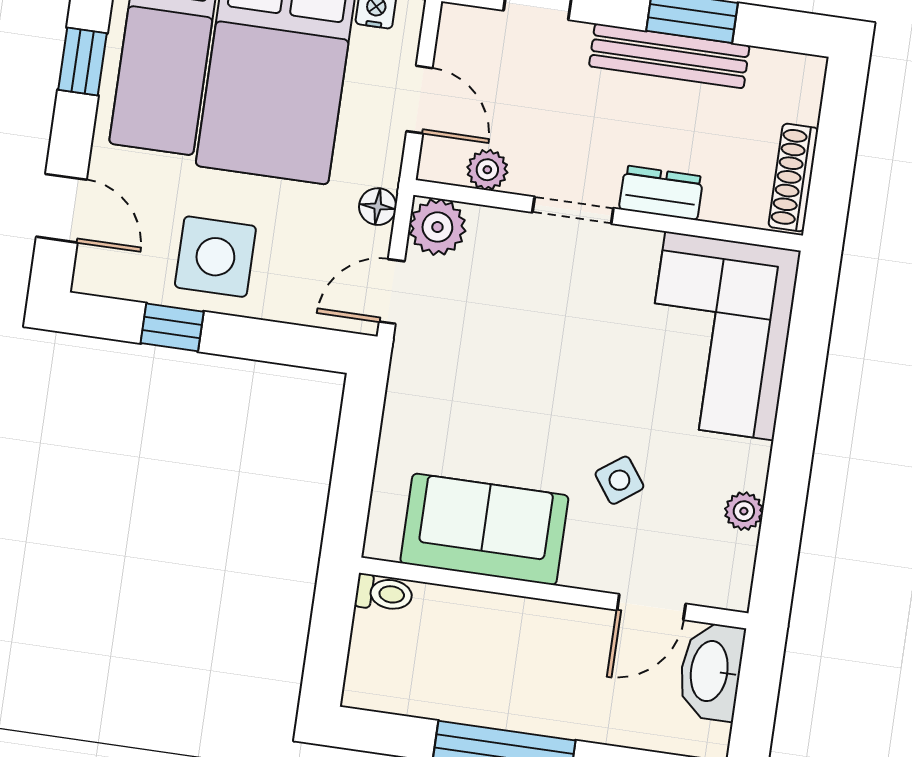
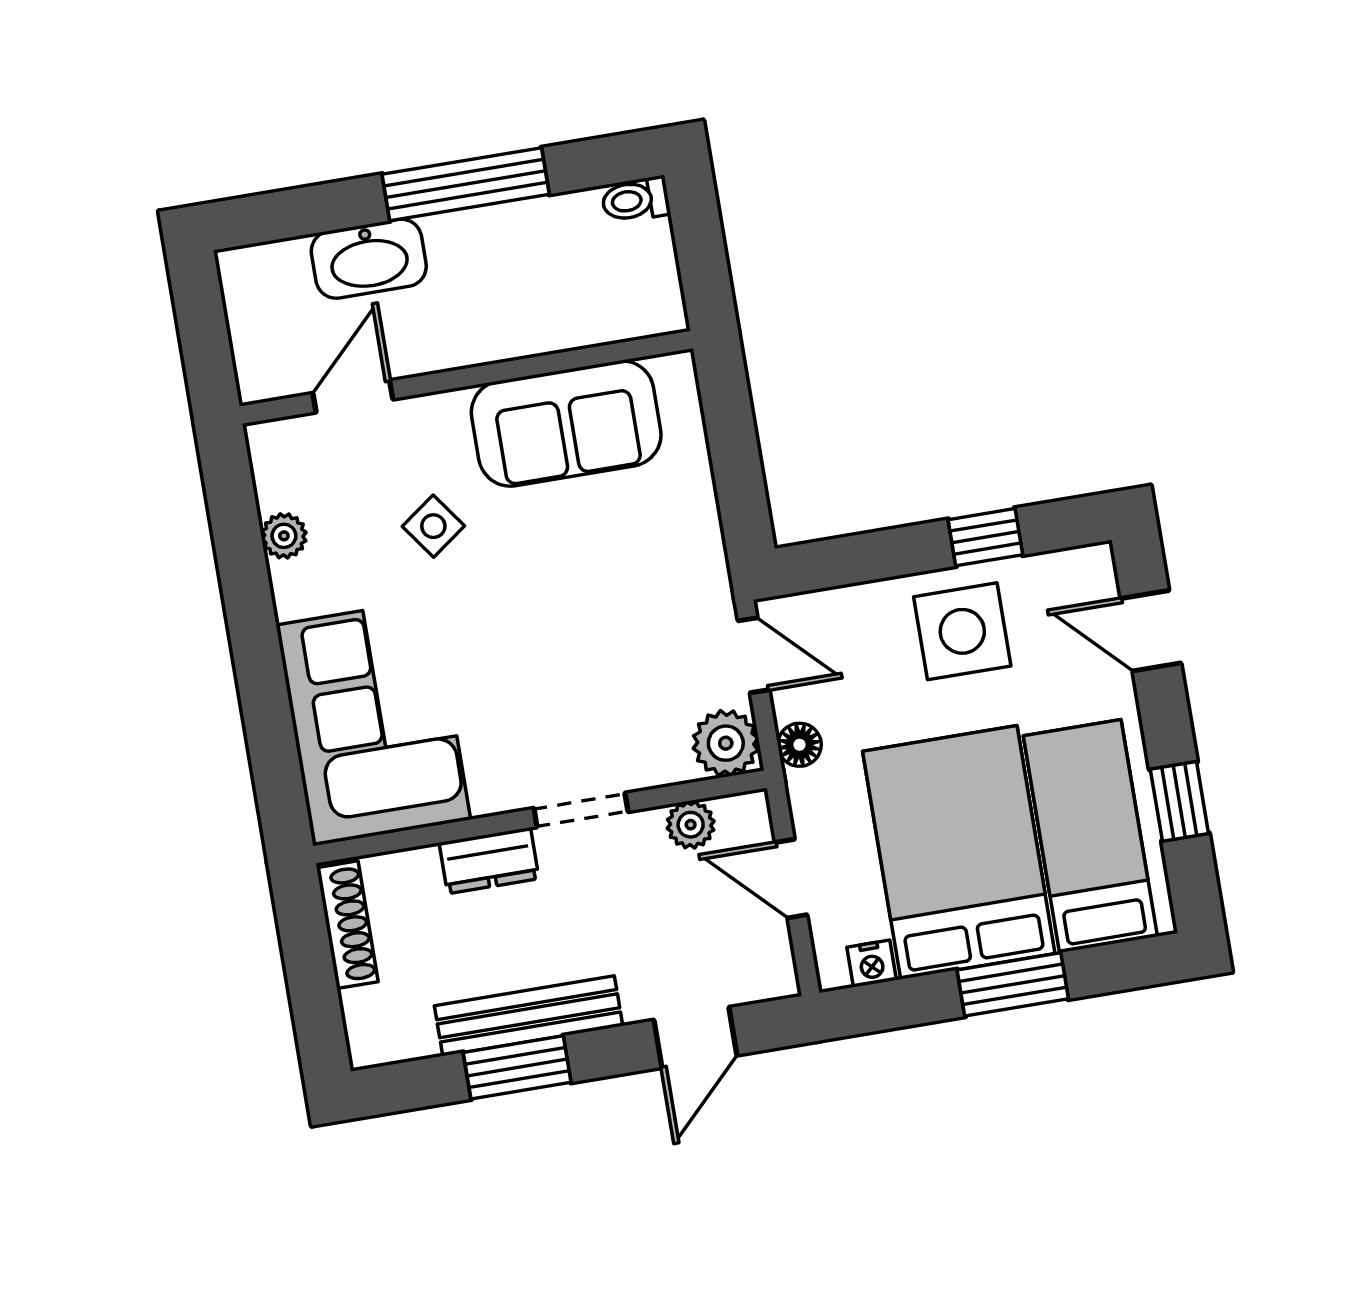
door: (392, 291) -> (754, 655), hinge flipped
toilet: (384, 593) -> (636, 200), moved
washbasin: (711, 671) -> (369, 259), moved, turned 90

